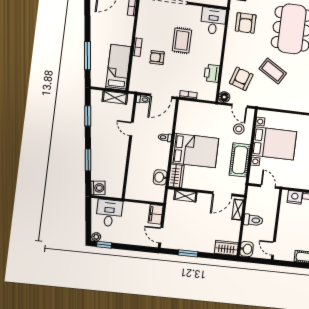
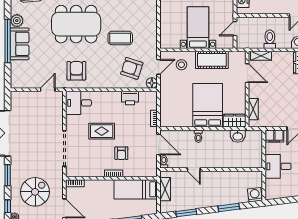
armchair: (246, 23) -> (76, 71), turned -90
coffee table: (273, 71) -> (120, 38), turned 59
door: (131, 129) -> (194, 169), hinge flipped
bed with nightstands: (274, 143) -> (198, 28), width x0.73
desk: (109, 213) -> (278, 166), moved

